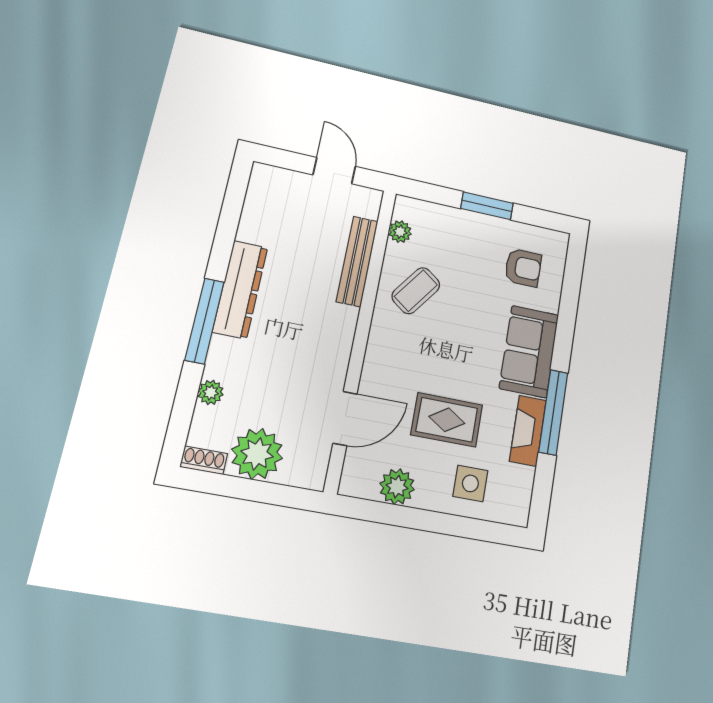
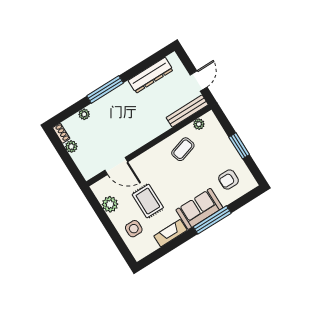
bench: (357, 261) -> (187, 111), moved
armchair: (523, 268) -> (228, 180), turned 90
dresser: (240, 289) -> (151, 75), moved
coffee table: (416, 291) -> (183, 149), turned -53
window: (553, 412) -> (212, 220), moved
plant: (257, 454) -> (71, 146), width x0.53, depth x0.53

